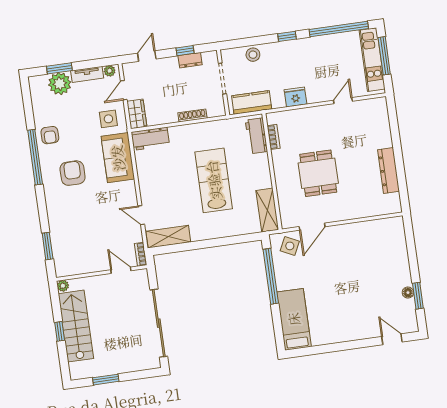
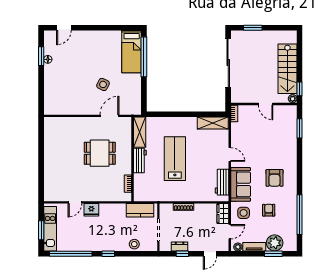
window: (384, 56) -> (41, 230), width x0.69
fridge: (295, 97) -> (91, 210), moved
armchair: (50, 135) -> (269, 210), moved
workbench: (257, 136) -> (140, 160), moved
workbench: (150, 139) -> (222, 182), moved, turned -90
window: (35, 157) -> (300, 215), moved
dresser: (388, 170) -> (49, 148), removed
dining table: (318, 173) -> (100, 153), turned 90
lab bench: (214, 180) -> (175, 159), turned 180
door: (141, 215) -> (230, 155), moved
side table: (290, 246) -> (103, 84), moved
door: (121, 270) -> (266, 104), moved
window: (271, 276) -> (144, 57), moved
window: (60, 331) -> (300, 89), moved
door: (392, 339) -> (64, 28), hinge flipped
window: (106, 380) -> (253, 28), moved

